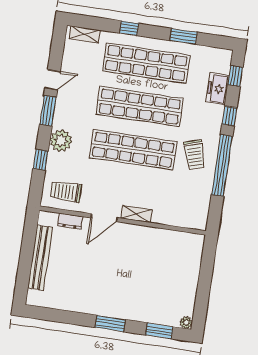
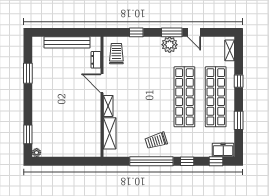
freezer: (218, 89) -> (223, 150), moved
plant: (61, 141) -> (170, 45), moved
shop shelf: (133, 150) -> (153, 97), removed
shelving: (175, 218) -> (110, 133), added
window: (110, 324) -> (28, 73), moved

